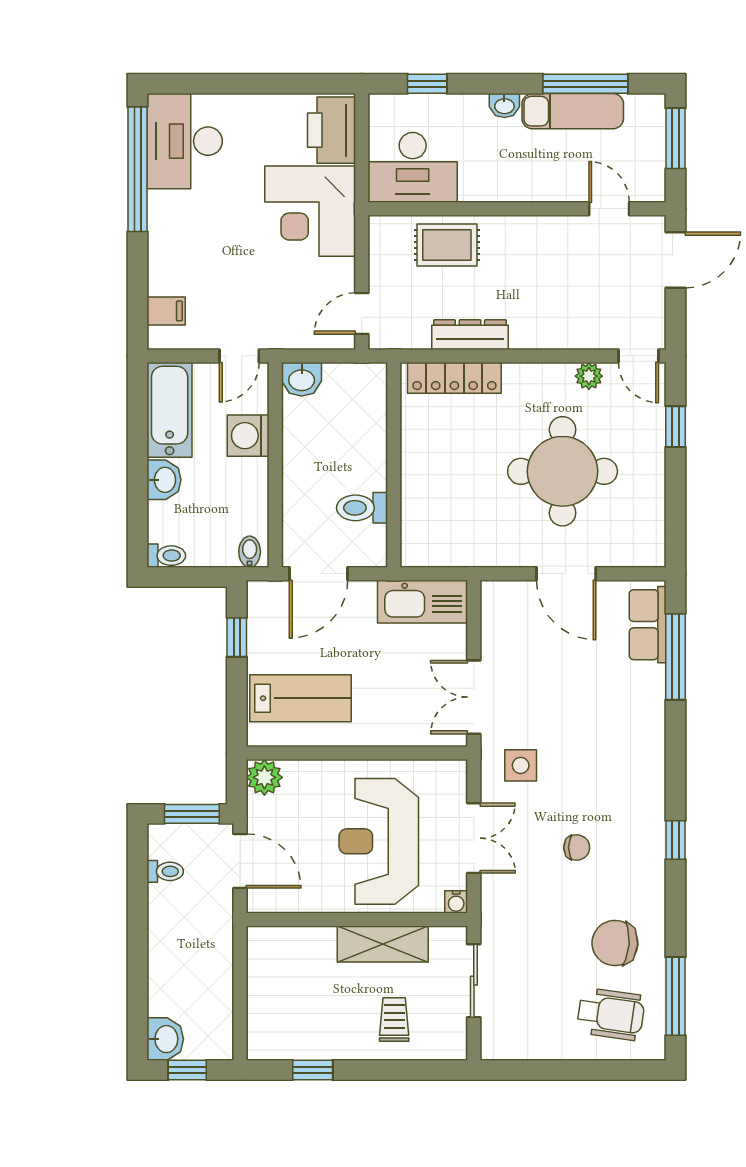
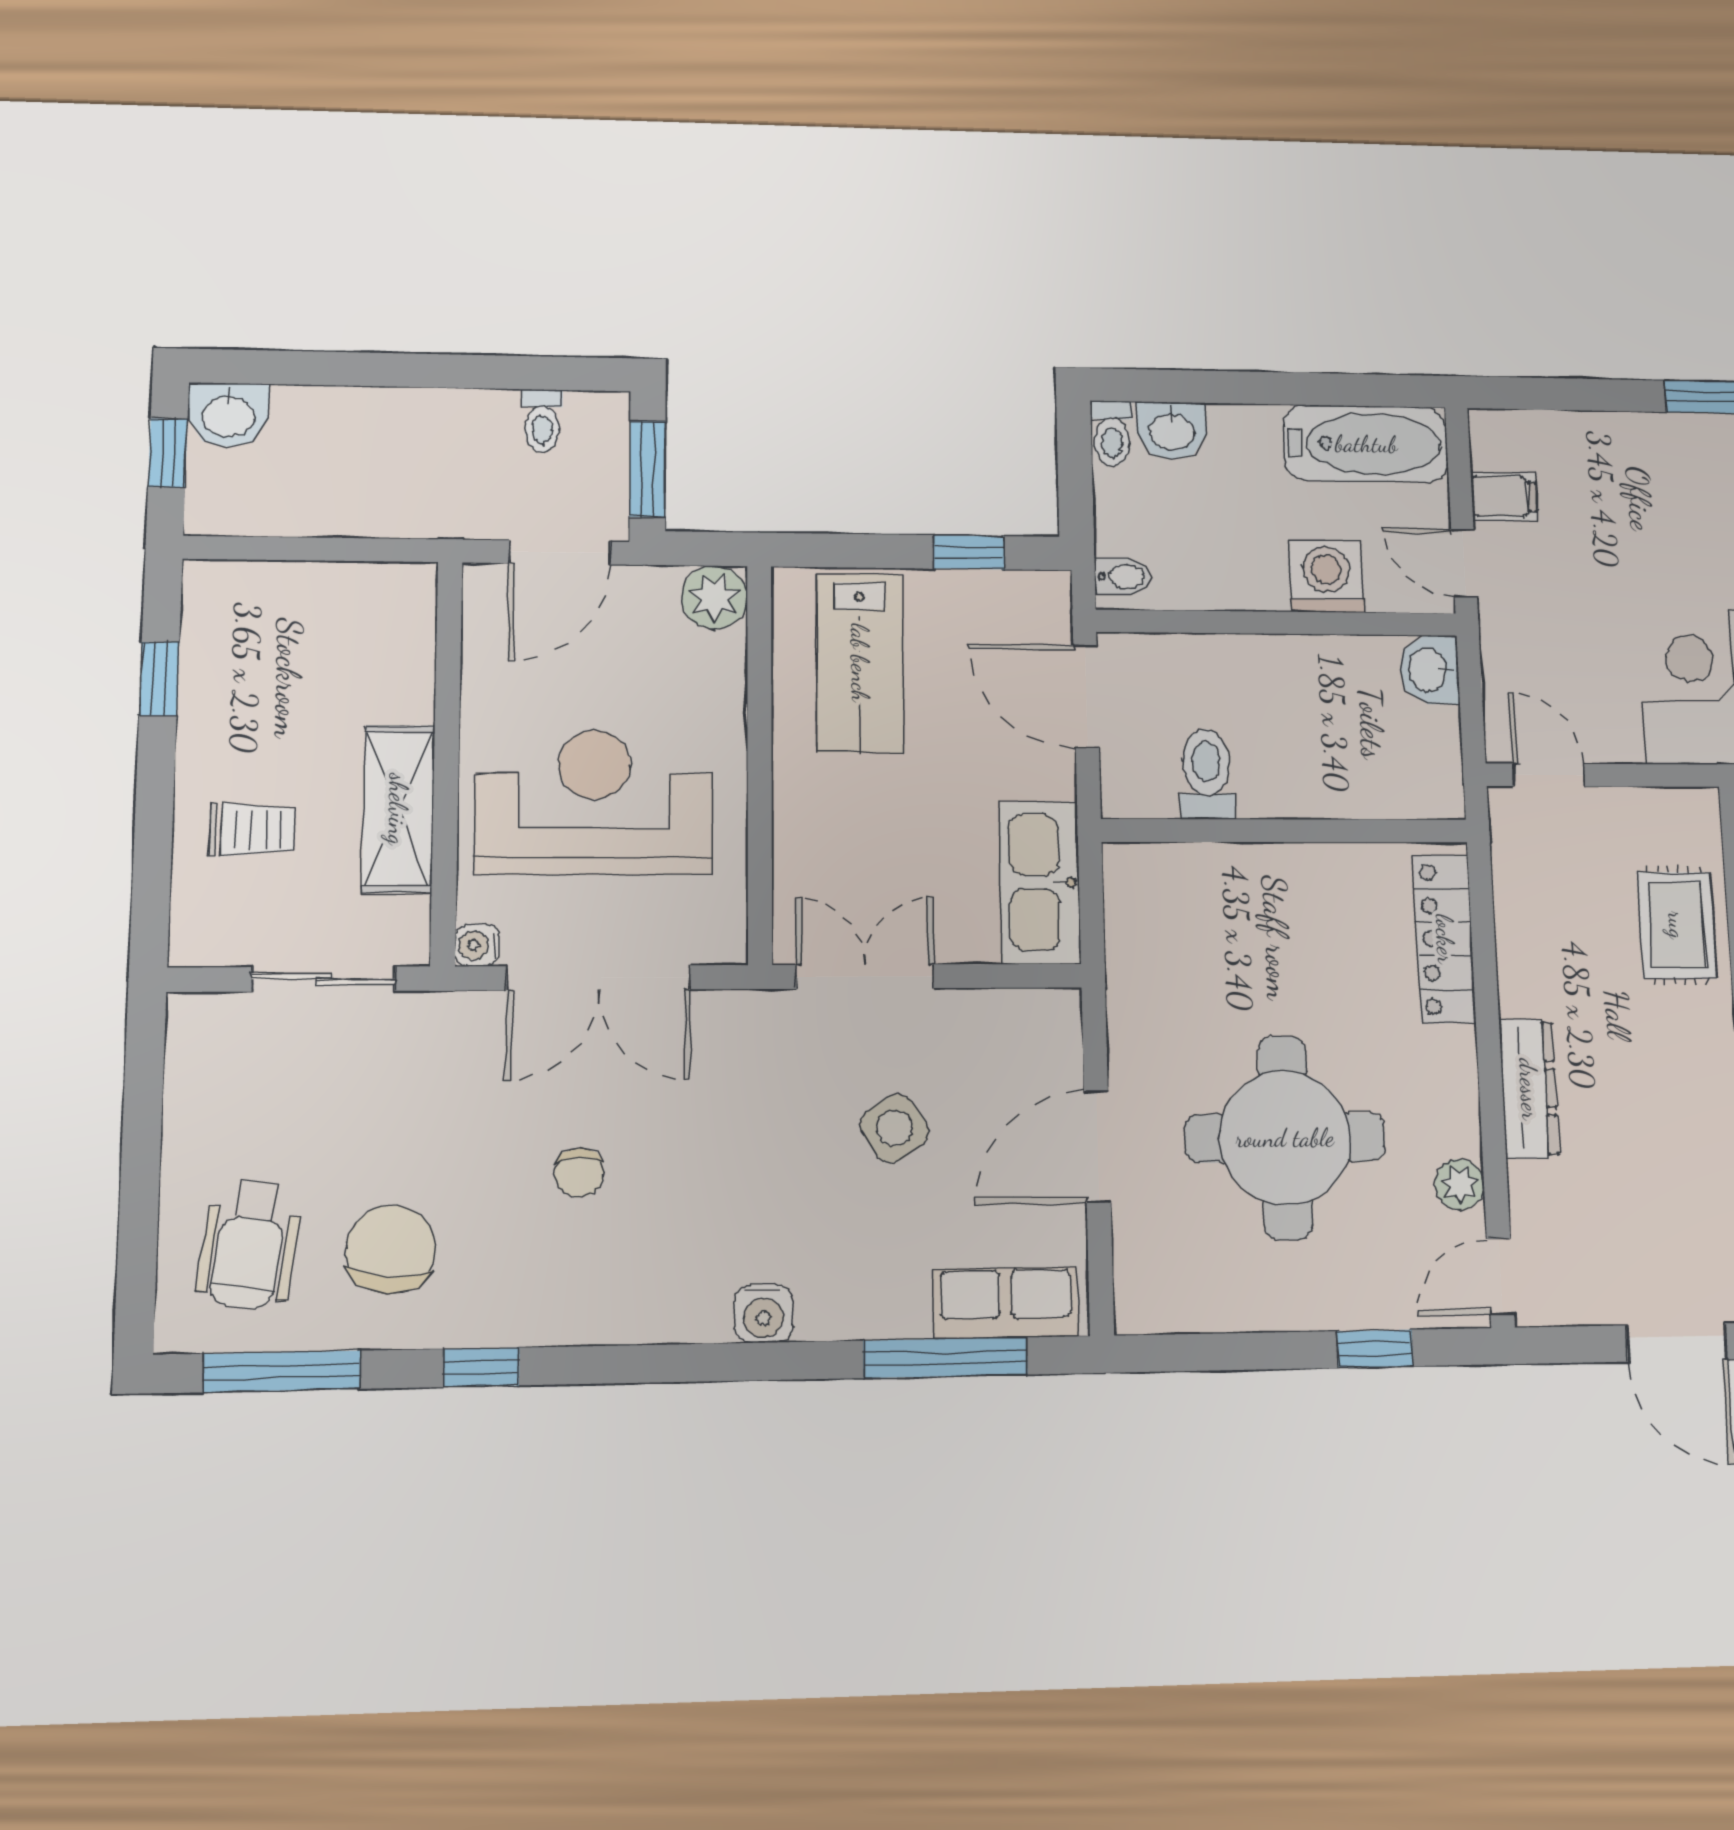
filing cabinet: (166, 311) -> (1504, 497), moved, turned -90
dresser: (470, 335) -> (1529, 1089), moved
washbasin: (164, 480) -> (1172, 431), moved
water cooler: (651, 752) -> (763, 1313), added
side table: (521, 765) -> (894, 1128), moved, turned -33
double door: (474, 838) -> (599, 978), width x1.37
window: (676, 840) -> (481, 1367), moved

